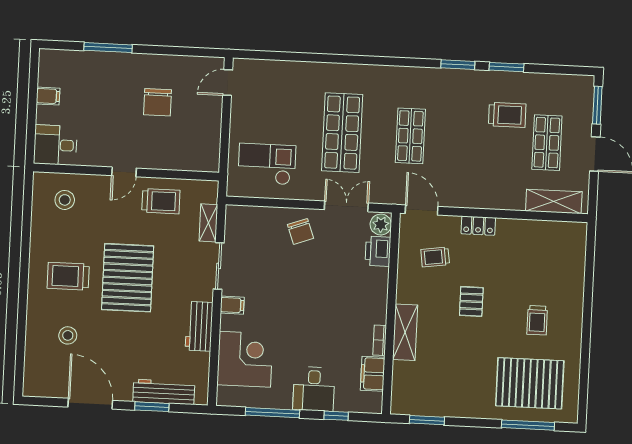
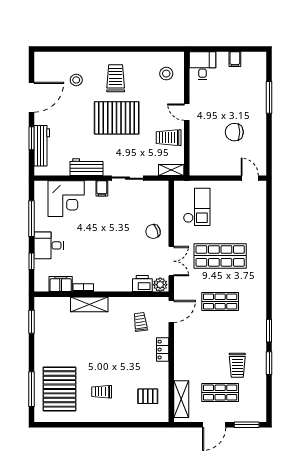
trolley: (161, 201) -> (169, 138), turned 90
shelving: (208, 223) -> (171, 170), moved
pallet: (471, 301) -> (148, 396), moved

